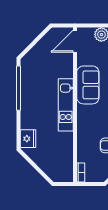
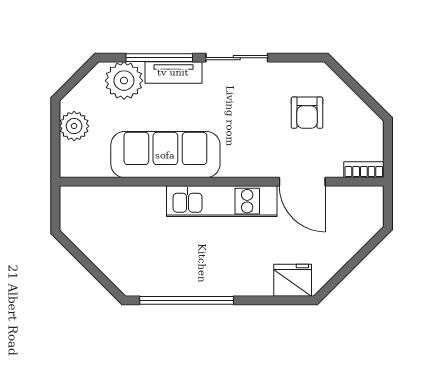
door: (75, 41) -> (302, 182), moved
sofa: (88, 85) -> (165, 155), width x1.36

